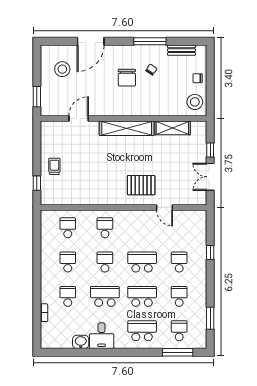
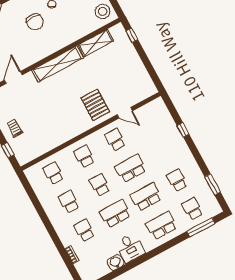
window: (210, 150) -> (132, 35), moved
double door: (210, 177) -> (149, 67), removed
pallet: (141, 185) -> (95, 105), turned 90
school desk: (179, 262) -> (115, 140), moved

